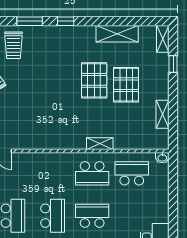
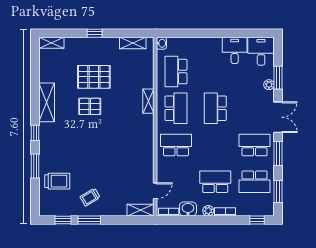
shelving: (117, 34) -> (47, 102), moved
window: (173, 64) -> (95, 33), moved
pallet: (94, 80) -> (90, 106), width x0.67, depth x0.71
shelving: (163, 114) -> (133, 43), moved
school desk: (53, 216) -> (176, 145), moved

